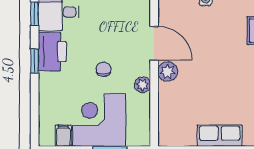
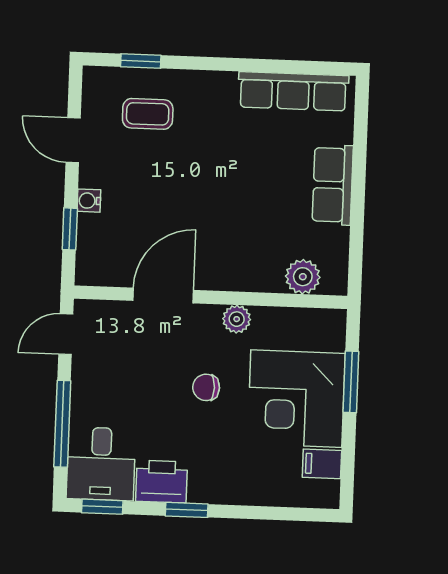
printer: (52, 52) -> (162, 482), width x0.73, depth x0.84
plant: (168, 72) -> (303, 277), moved

